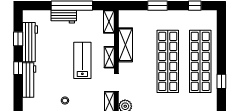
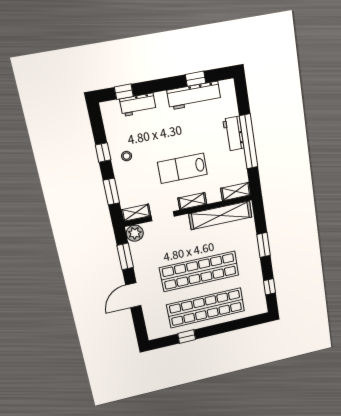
shelving: (125, 45) -> (220, 215), width x1.47
lab bench: (82, 60) -> (182, 168), turned 180
window: (18, 68) -> (124, 92), moved
workbench: (29, 80) -> (138, 105), width x0.73

